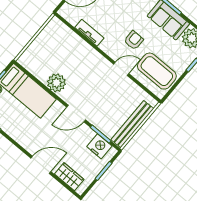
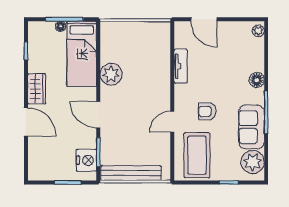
armchair: (134, 40) -> (207, 111), turned 180
door: (121, 69) -> (172, 122), swing flipped
wardrobe: (69, 177) -> (37, 89), moved

